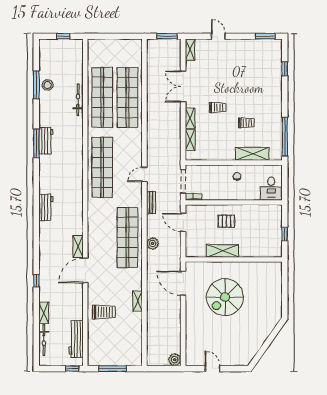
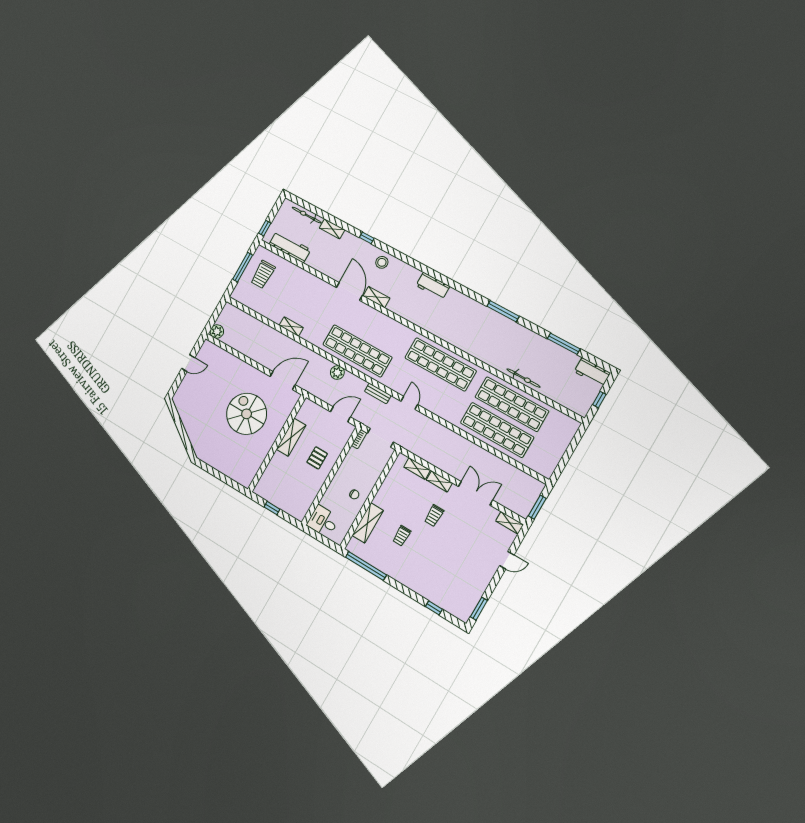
stool: (48, 85) -> (382, 262), moved
workbench: (46, 141) -> (592, 372), moved
trolley: (104, 312) -> (263, 274), moved

